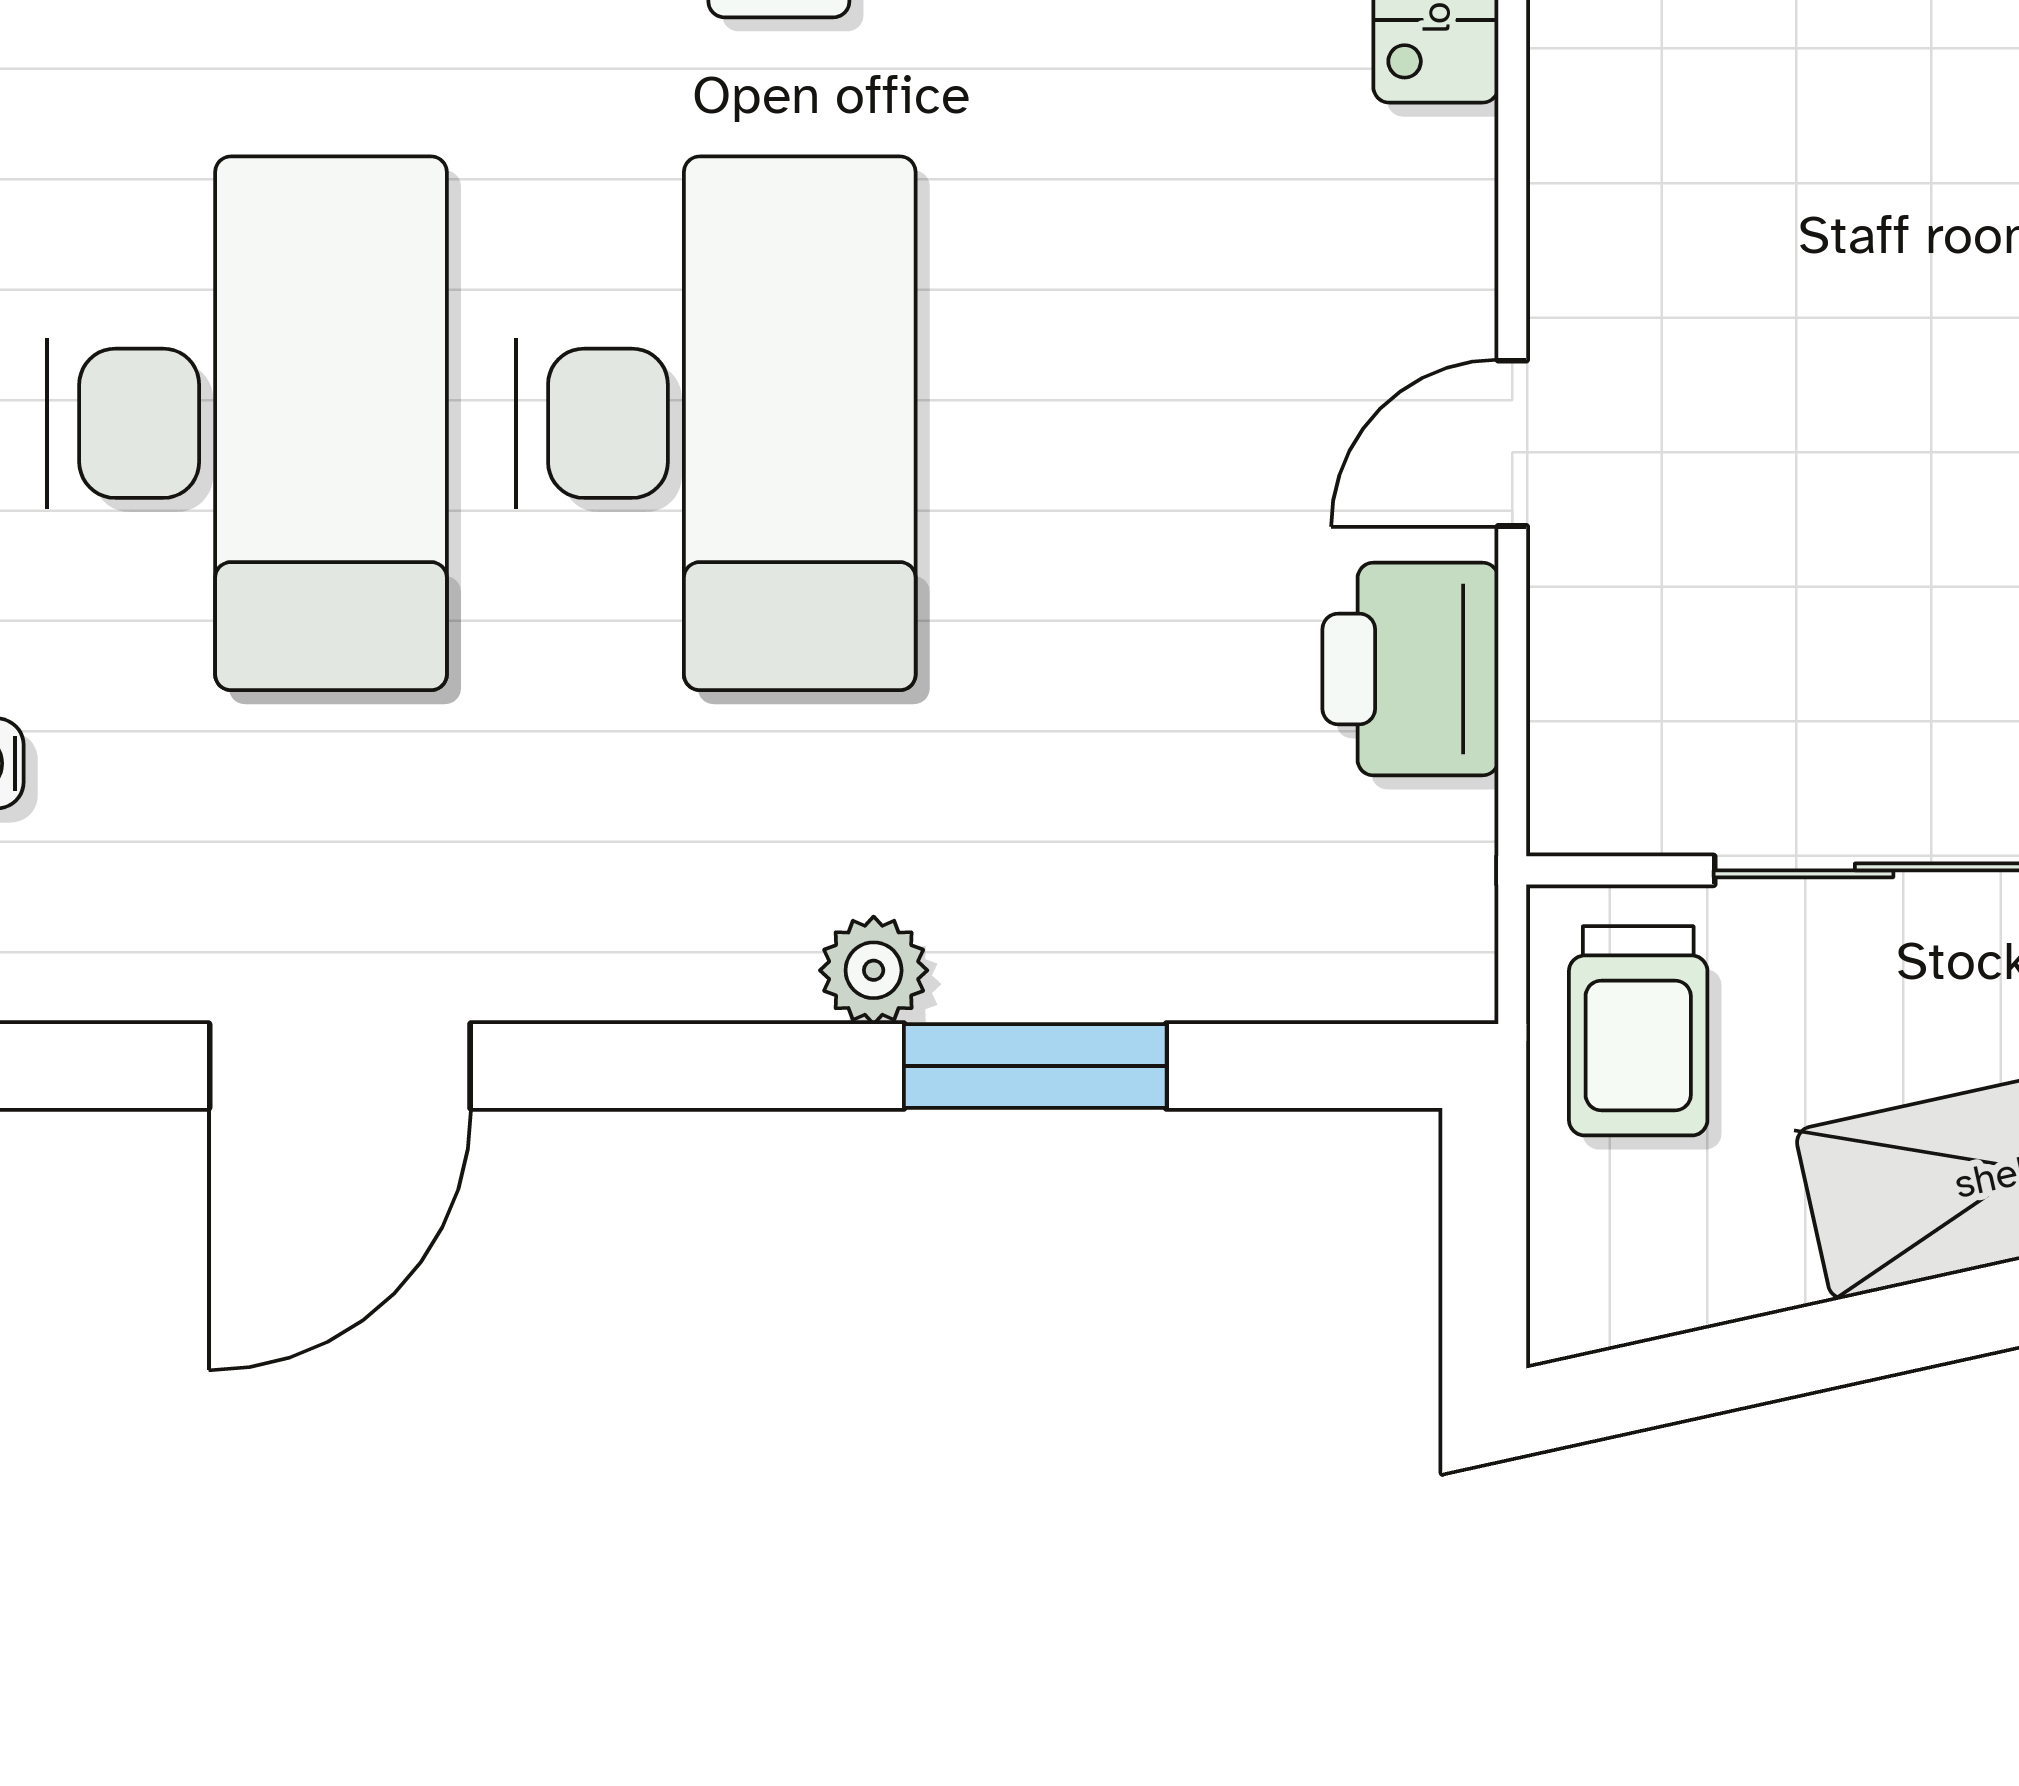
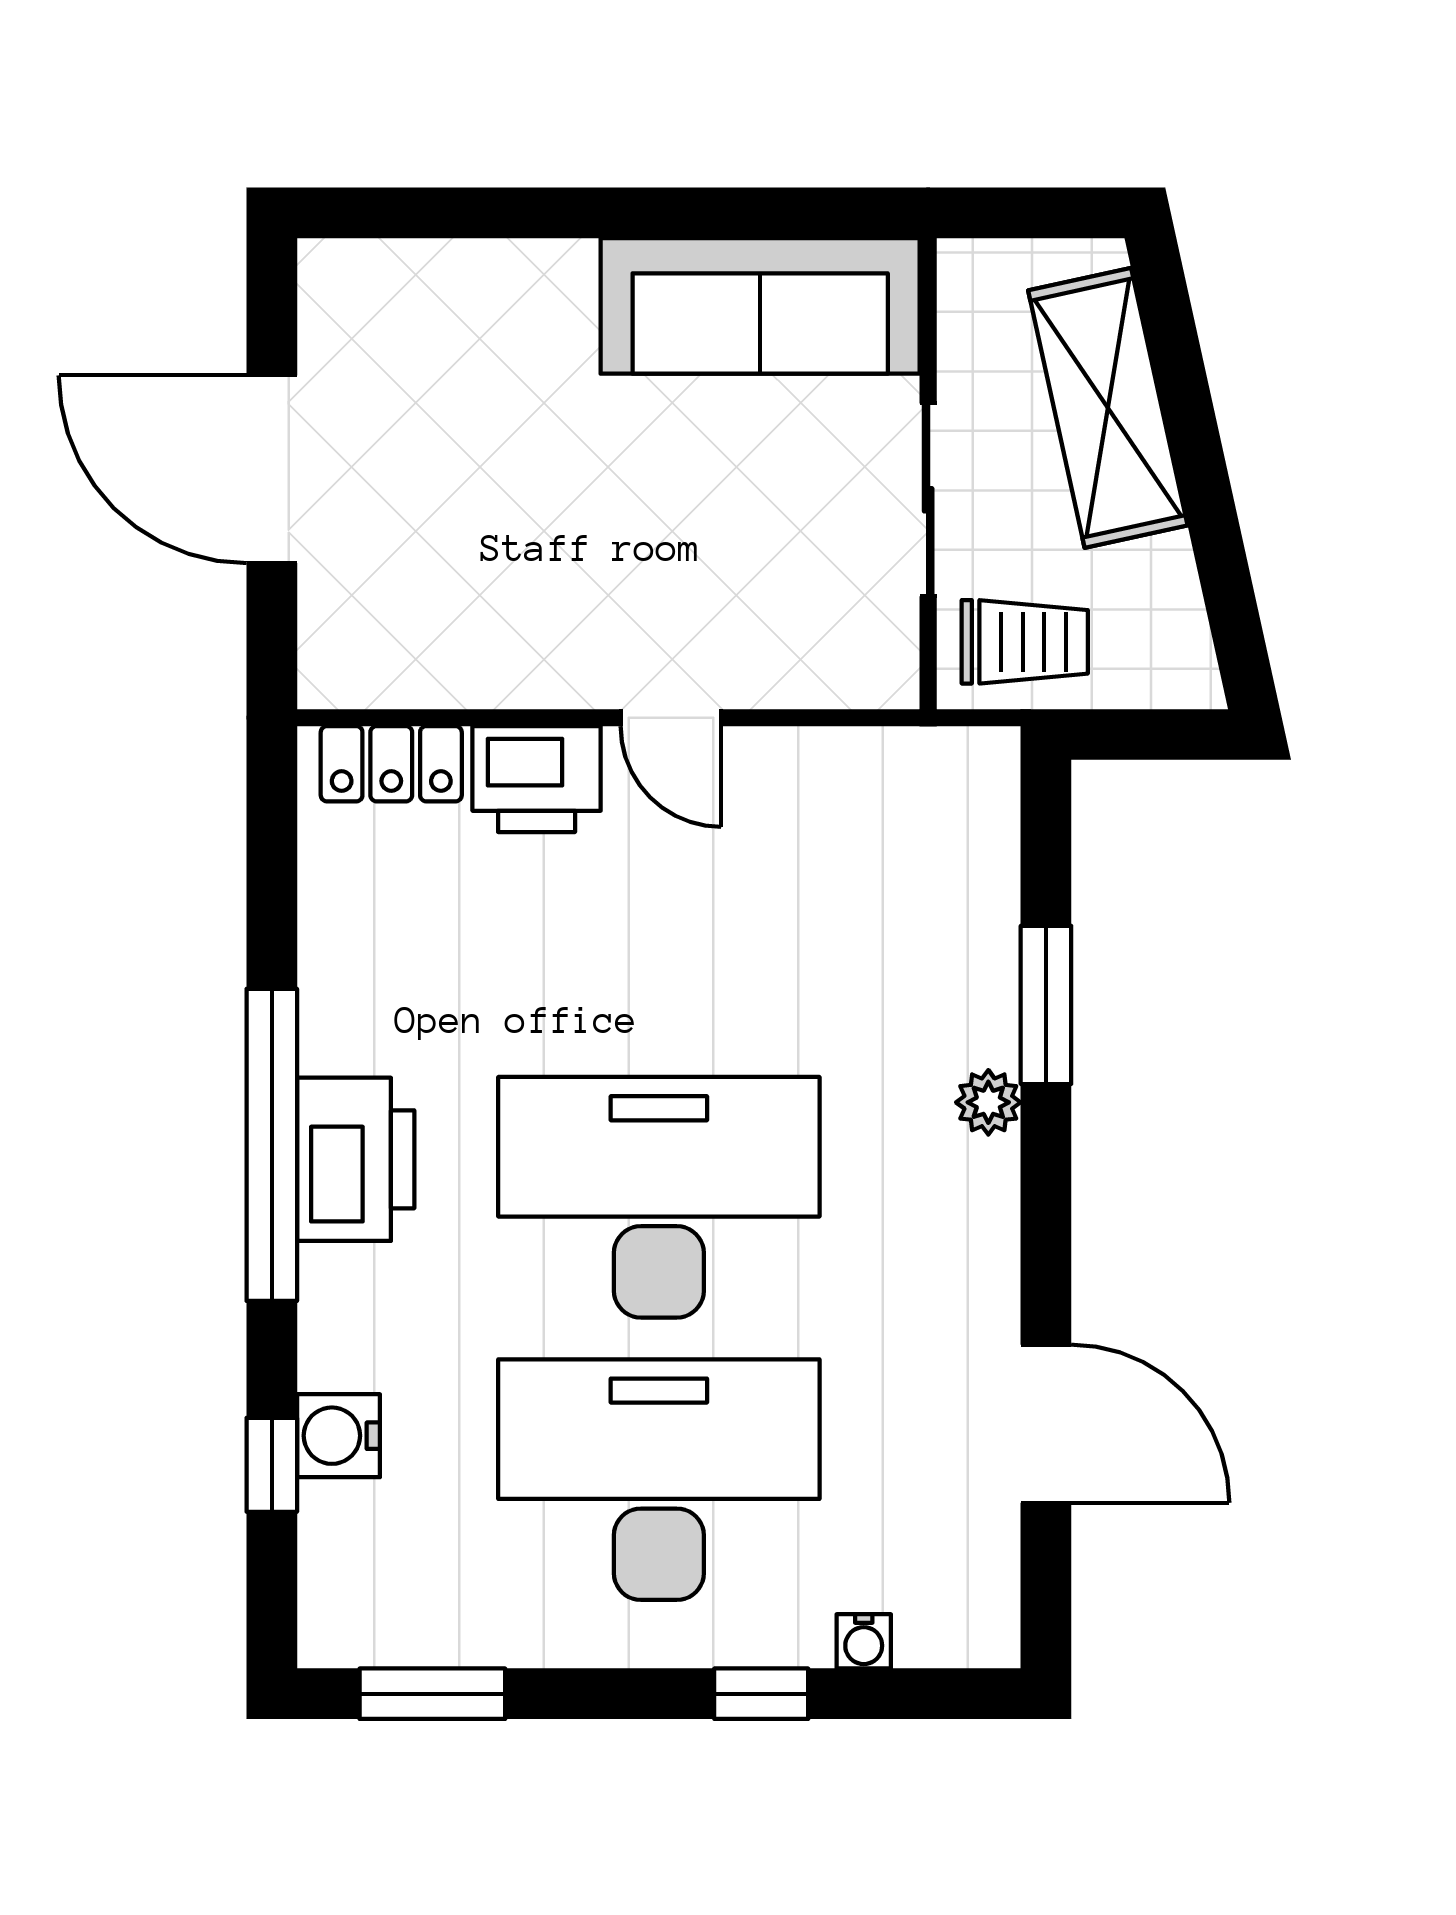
printer: (1410, 669) -> (537, 779), moved

